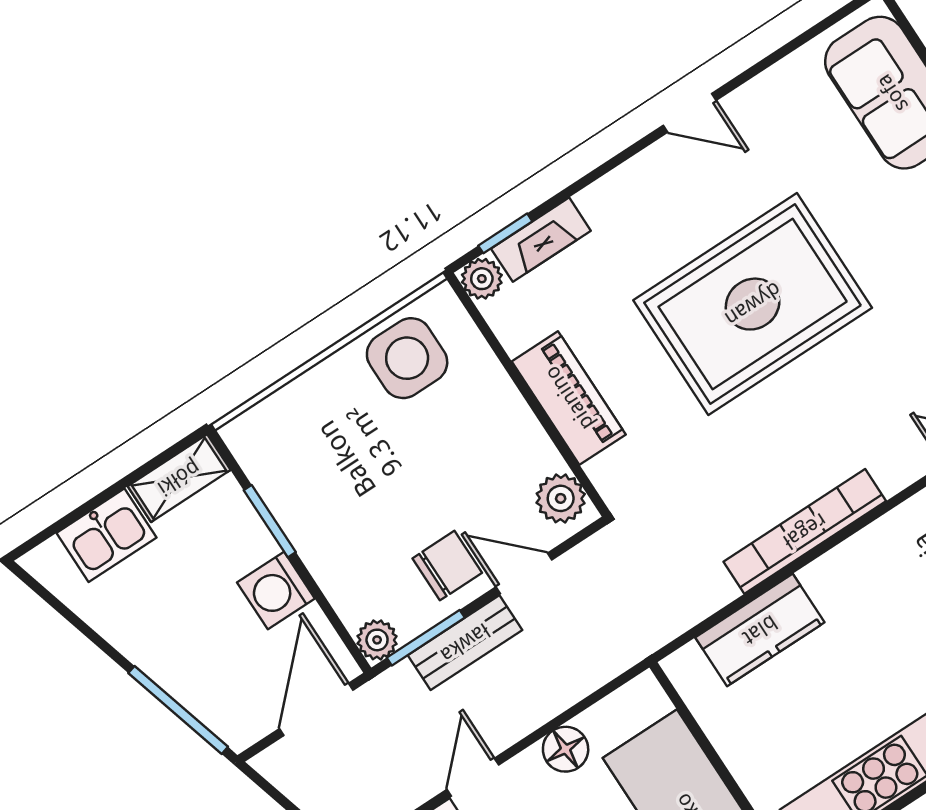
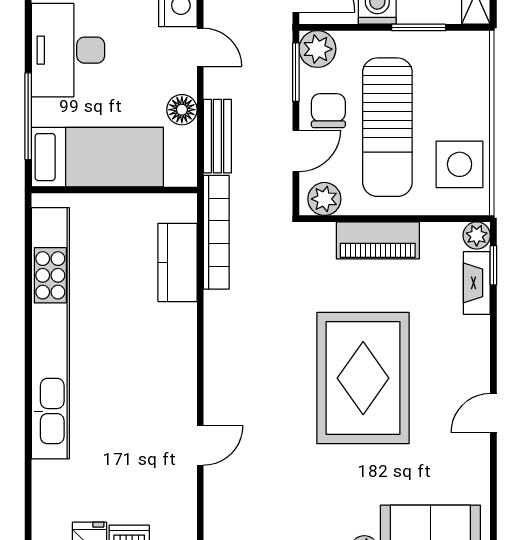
sun lounger: (420, 478) -> (387, 127), added
bookcase: (805, 531) -> (216, 232), moved
chair: (447, 566) -> (328, 111), turned 180
plant: (377, 640) -> (317, 49), width x1.38, depth x1.38
bench: (465, 643) -> (217, 136), moved

